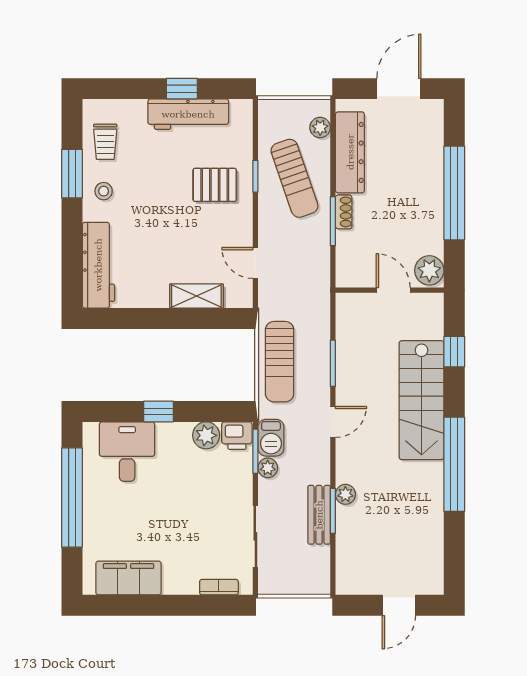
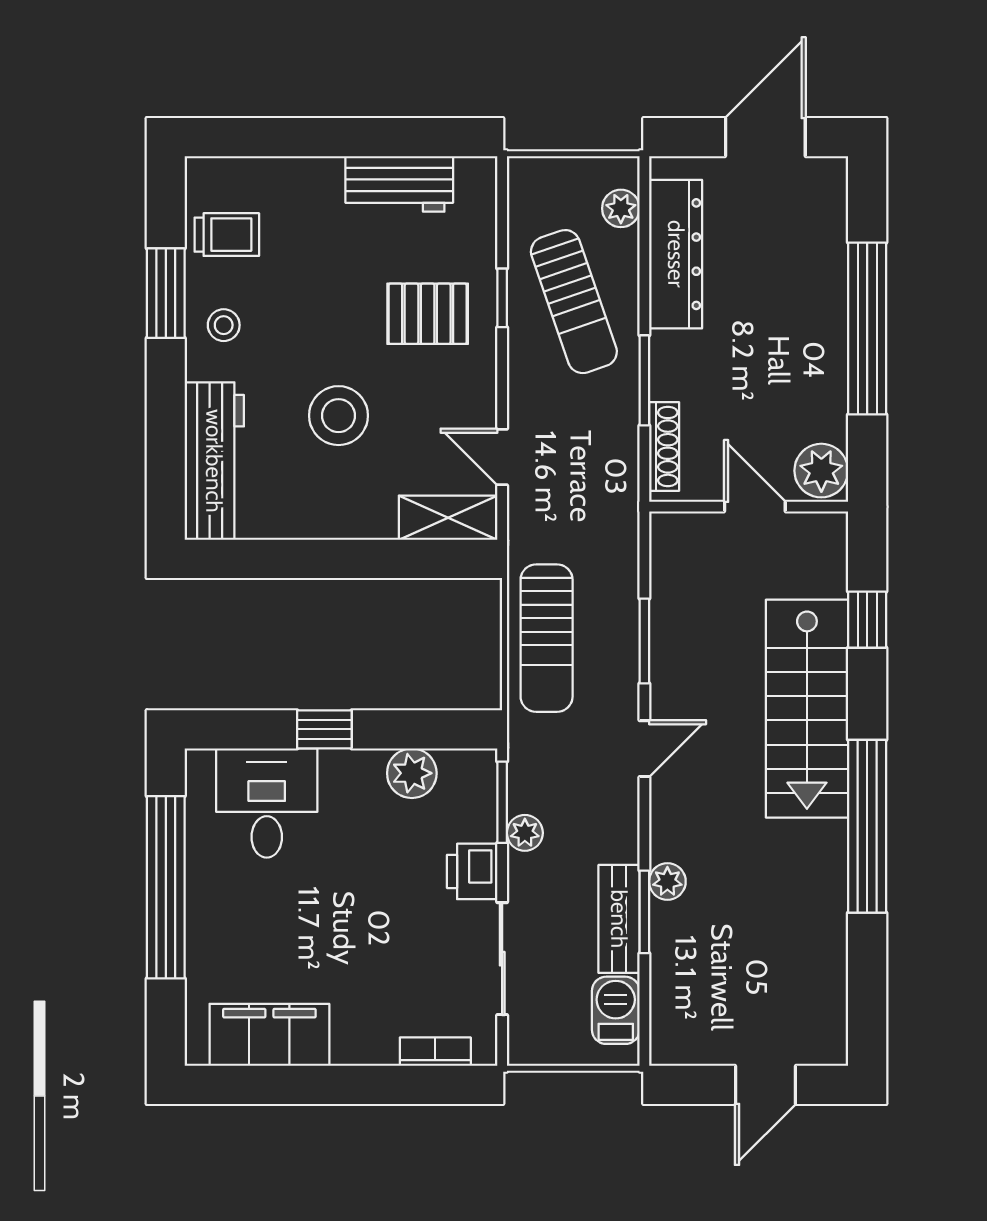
window: (182, 89) -> (367, 137), removed
workbench: (188, 114) -> (399, 184), width x0.73
trolley: (105, 142) -> (227, 235), turned -90
shoe rack: (344, 212) -> (664, 446), moved, width x1.43
stool: (166, 240) -> (339, 416), added
shelving: (196, 296) -> (448, 518), moved
printer: (237, 436) -> (472, 871), moved, turned 90
barbecue: (271, 438) -> (616, 1010), moved, turned 180

